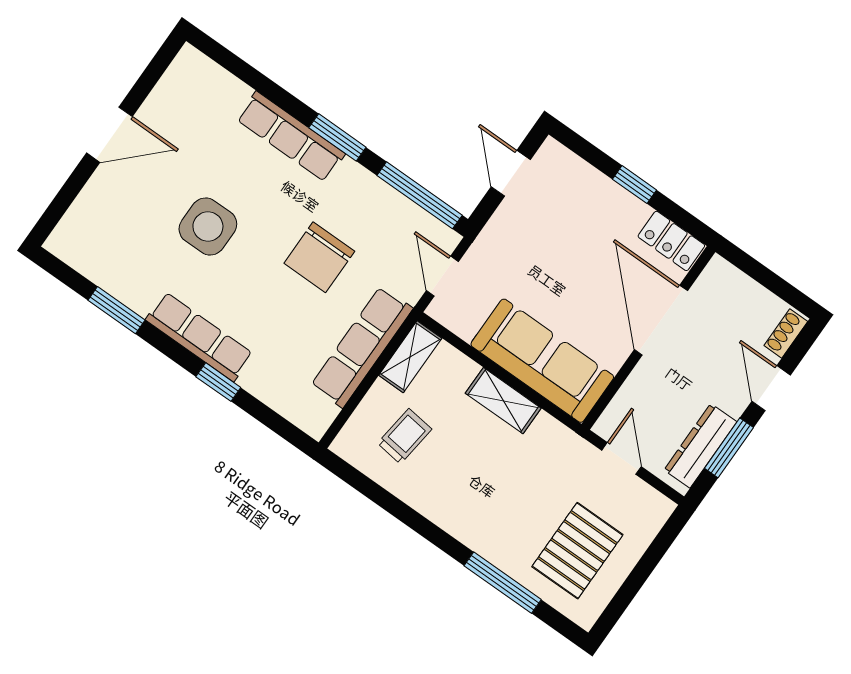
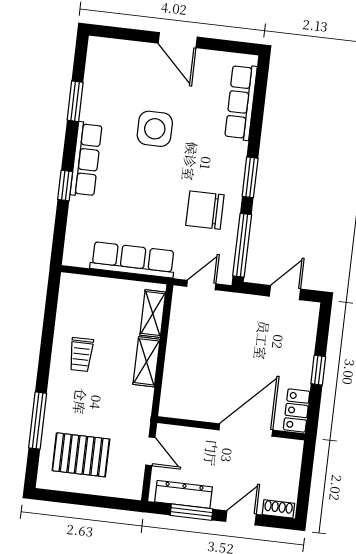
row of seats: (291, 137) -> (241, 102), moved
chair: (319, 257) -> (205, 210), moved
shelving: (410, 357) -> (153, 314), moved, turned 90
sofa: (542, 361) -> (183, 372), removed
trolley: (405, 436) -> (81, 354), moved, turned 83
door: (622, 458) -> (150, 451), hinge flipped

